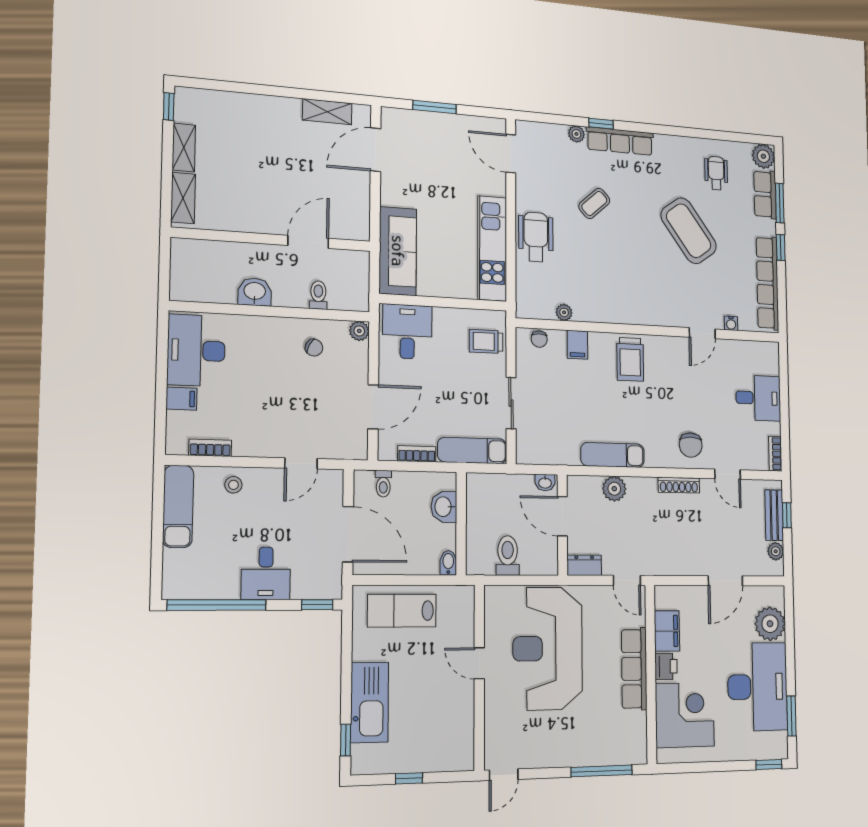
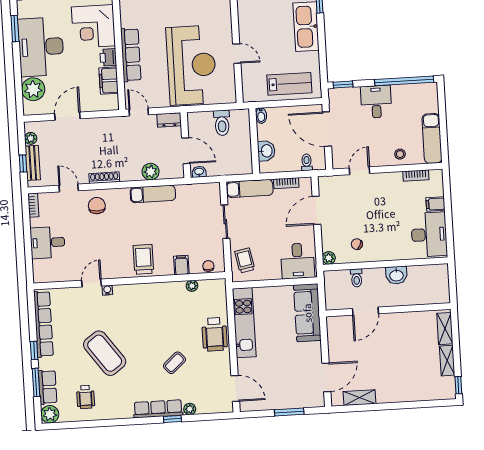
water cooler: (731, 323) -> (107, 290), moved
trolley: (486, 341) -> (245, 260), turned -101

